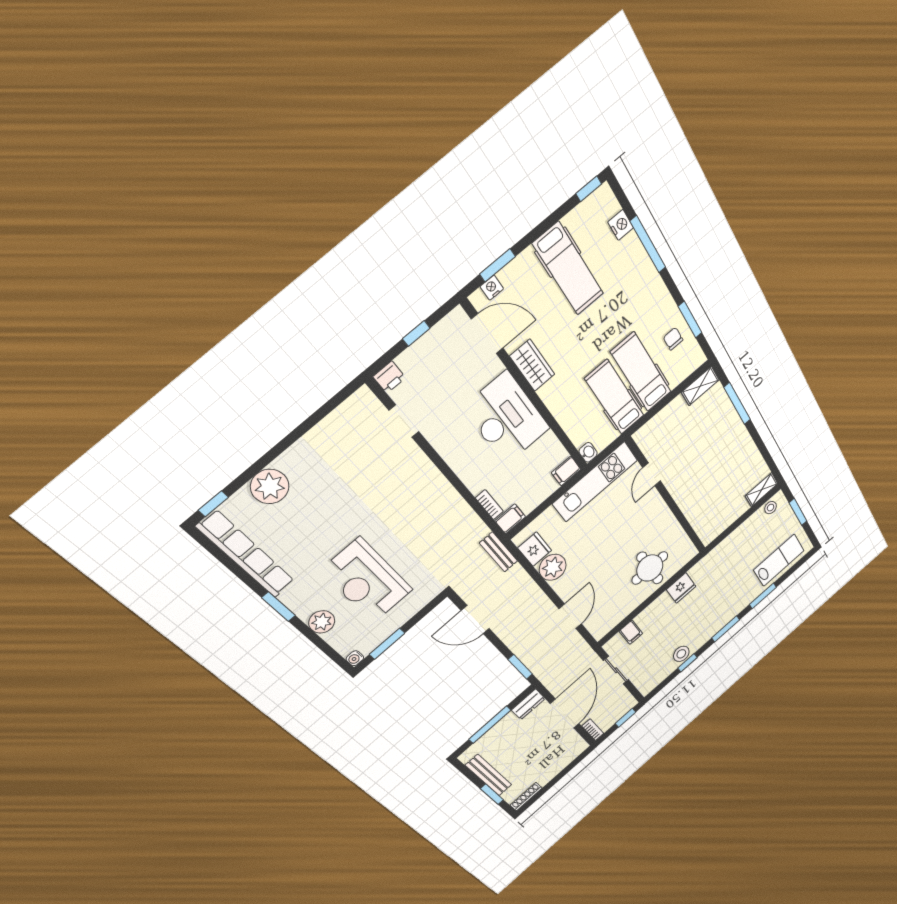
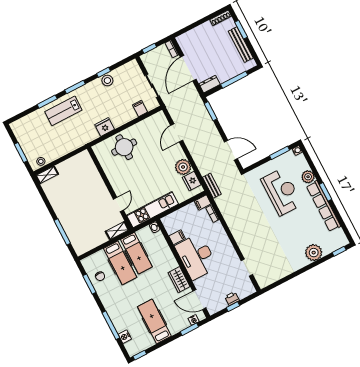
printer: (389, 377) -> (232, 299), moved
shelving: (700, 386) -> (117, 231), moved
filing cabinet: (566, 471) -> (177, 237), moved
row of seats: (246, 554) -> (323, 206), moved
lab bench: (779, 560) -> (63, 111), moved

